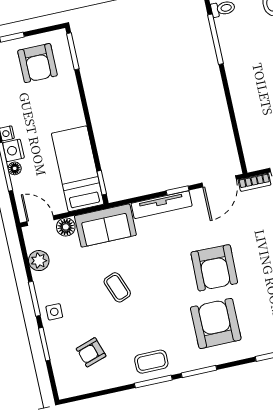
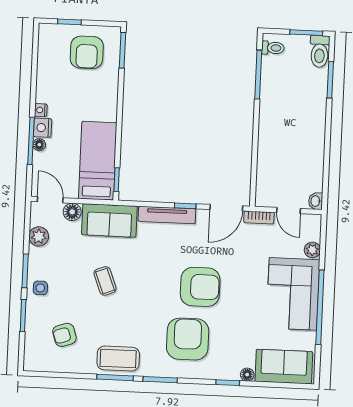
armchair: (214, 268) -> (200, 287), turned -91
coffee table: (151, 362) -> (118, 358), width x1.36, depth x1.30

